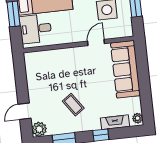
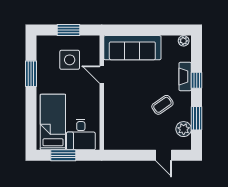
fireplace: (115, 122) -> (185, 77), moved
plant: (39, 129) -> (184, 129), moved

